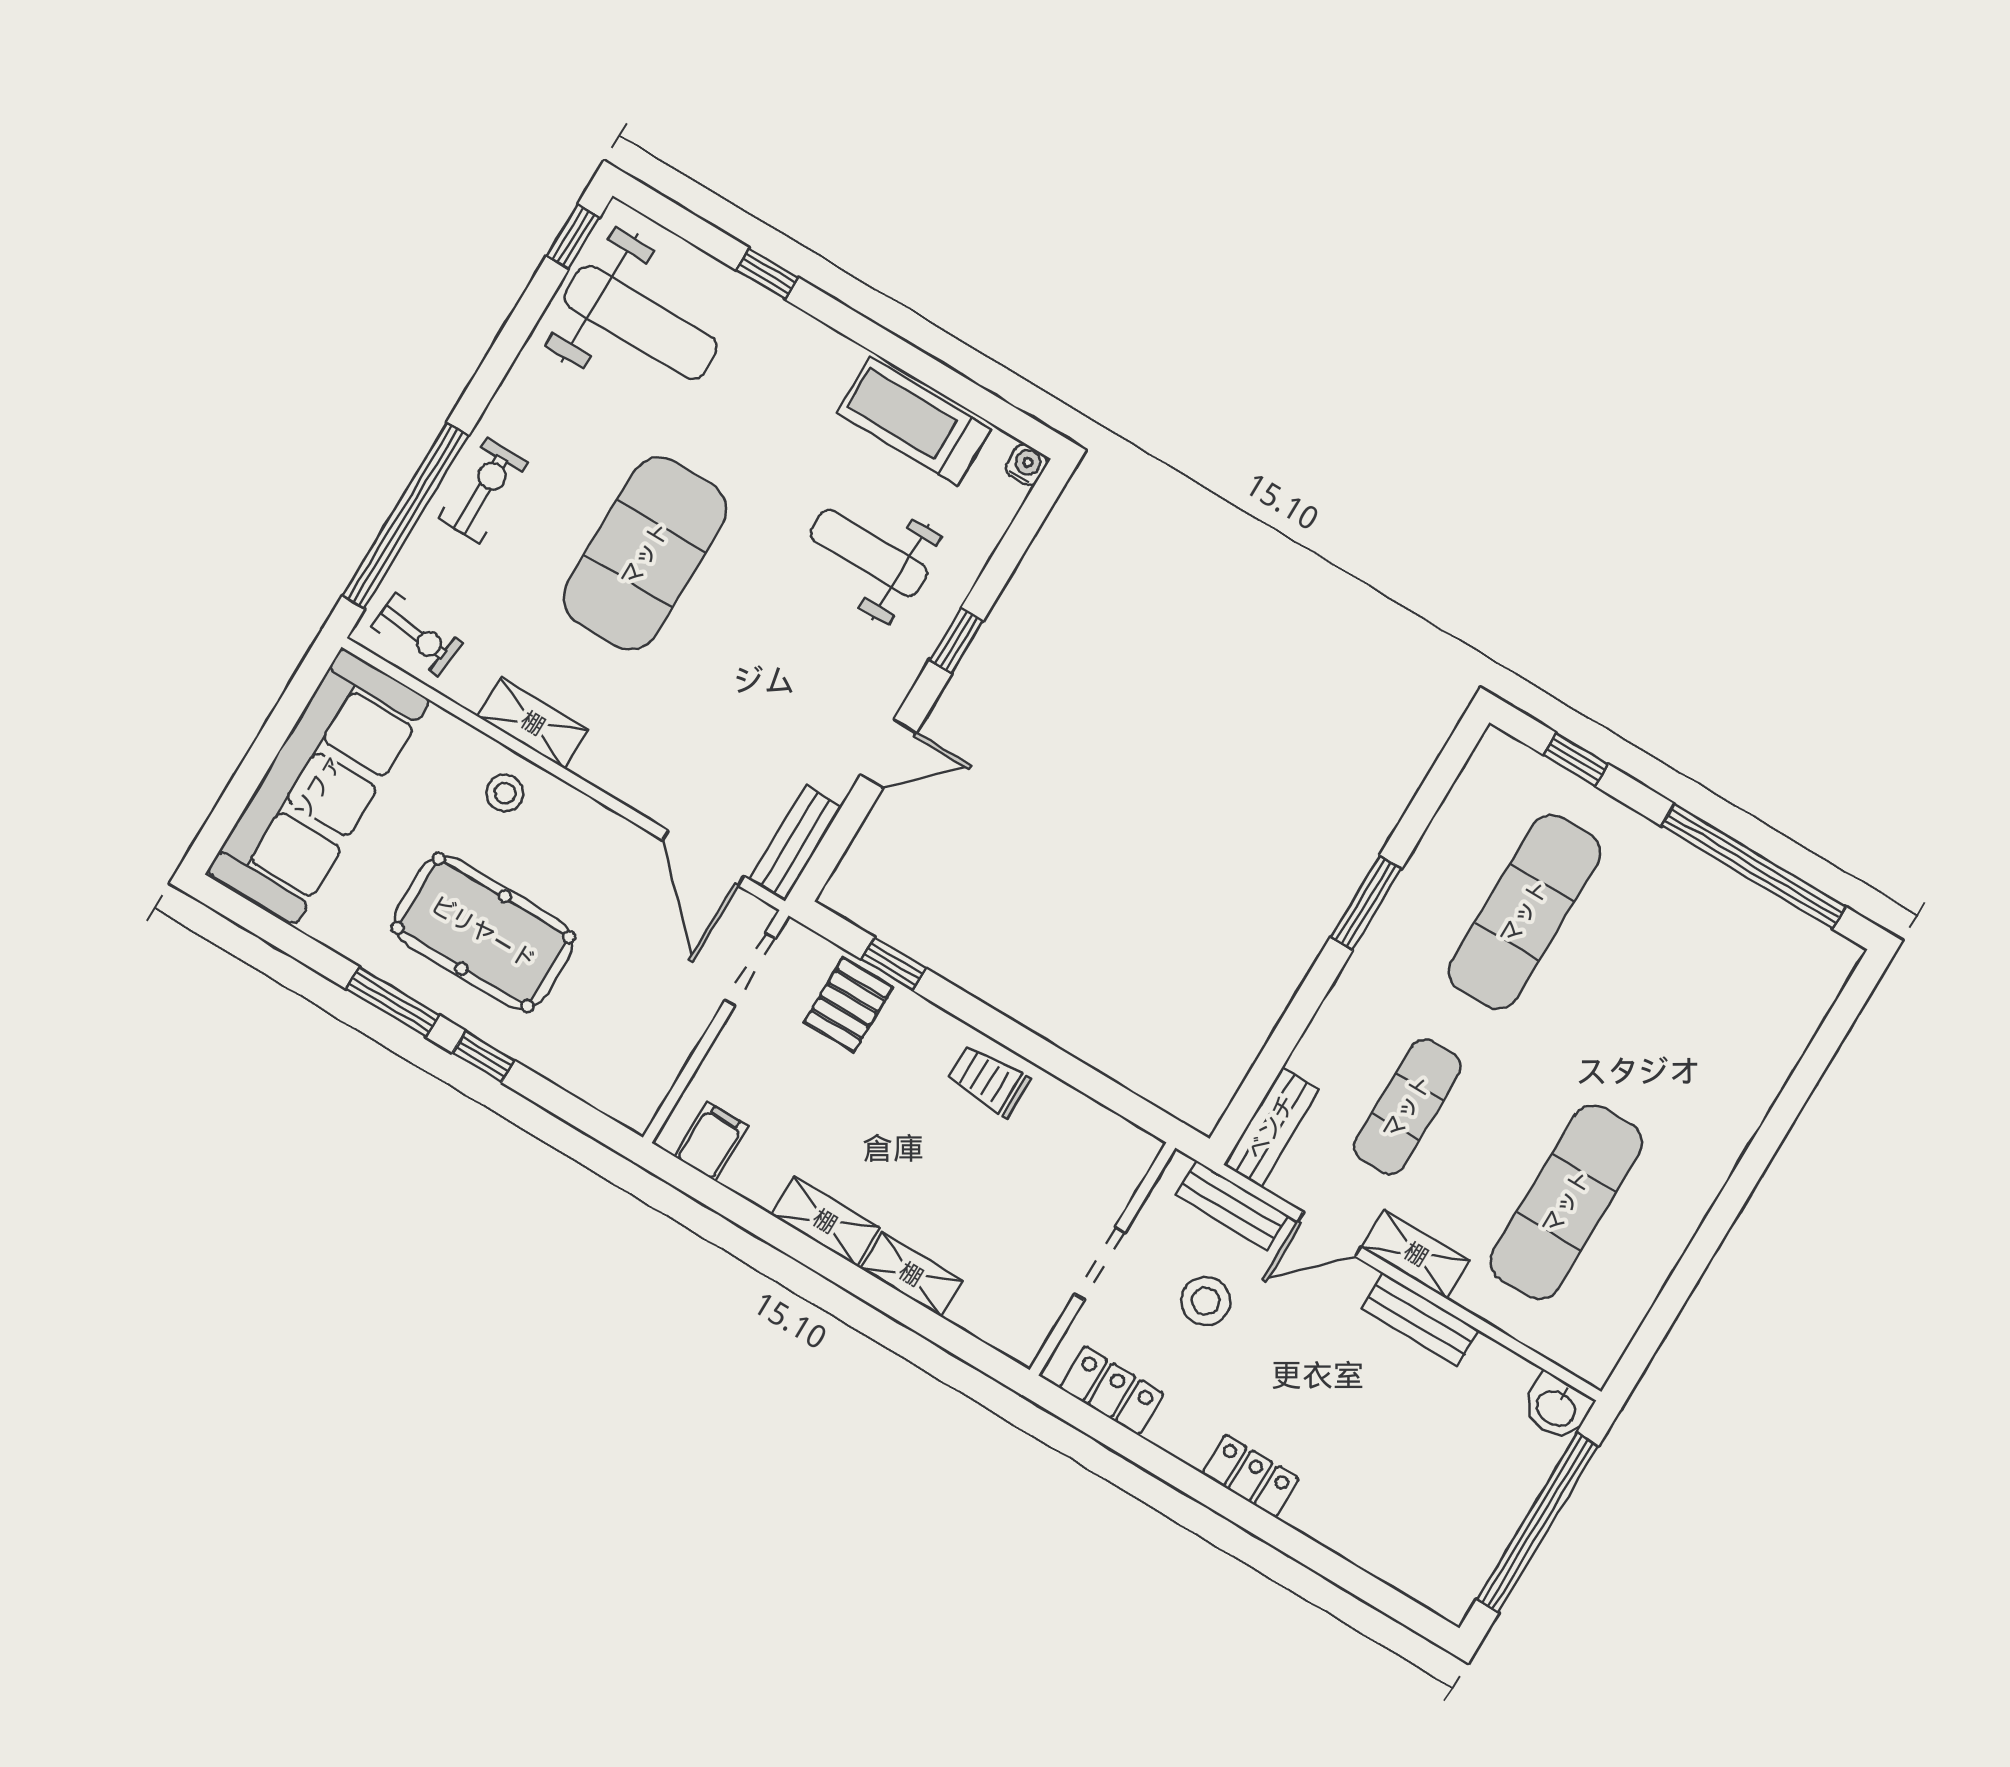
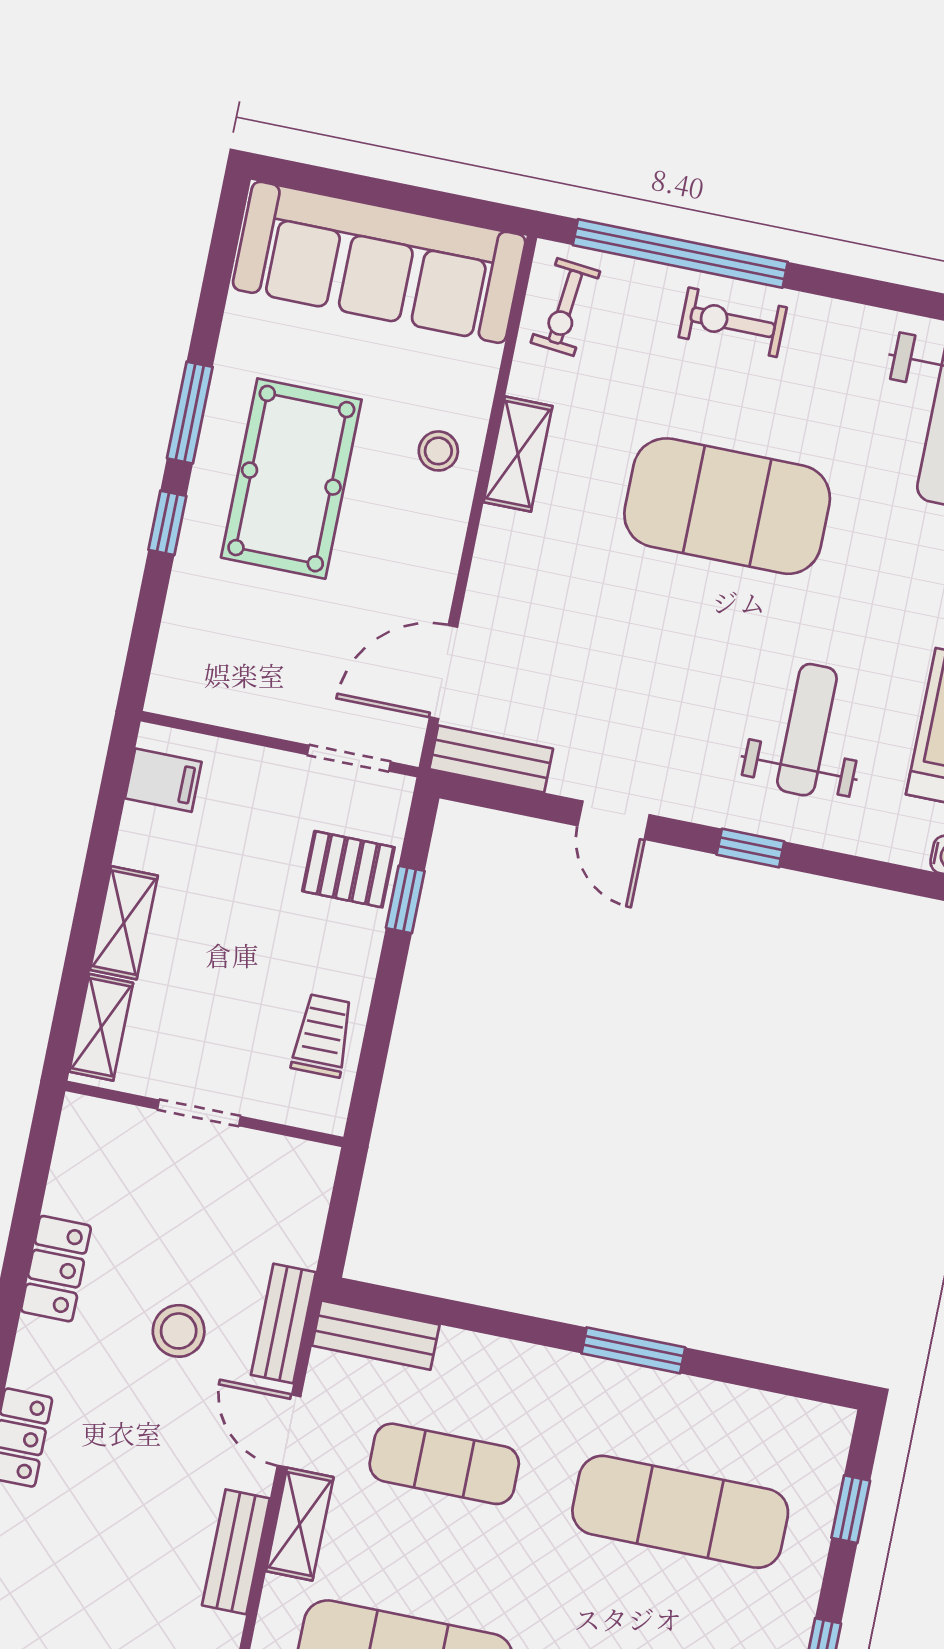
exercise bike: (483, 491) -> (733, 322), turned 180
wall: (1102, 1259) -> (204, 1114), moved
doorway: (1100, 1263) -> (199, 1113), moved

